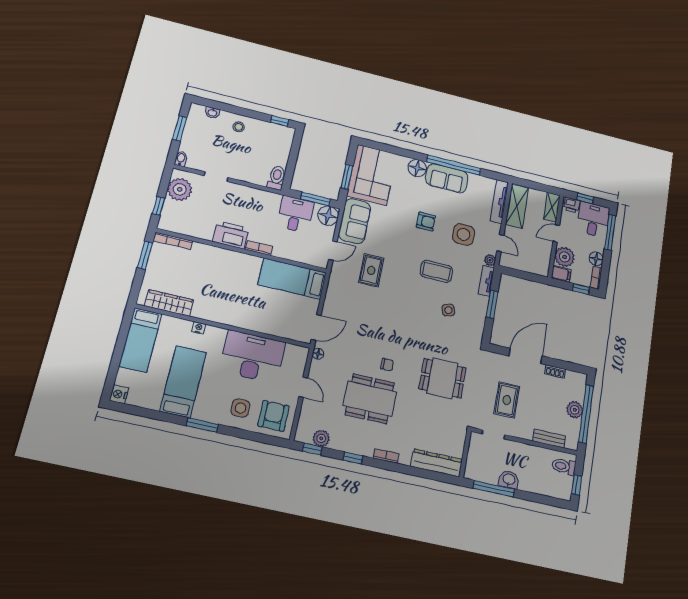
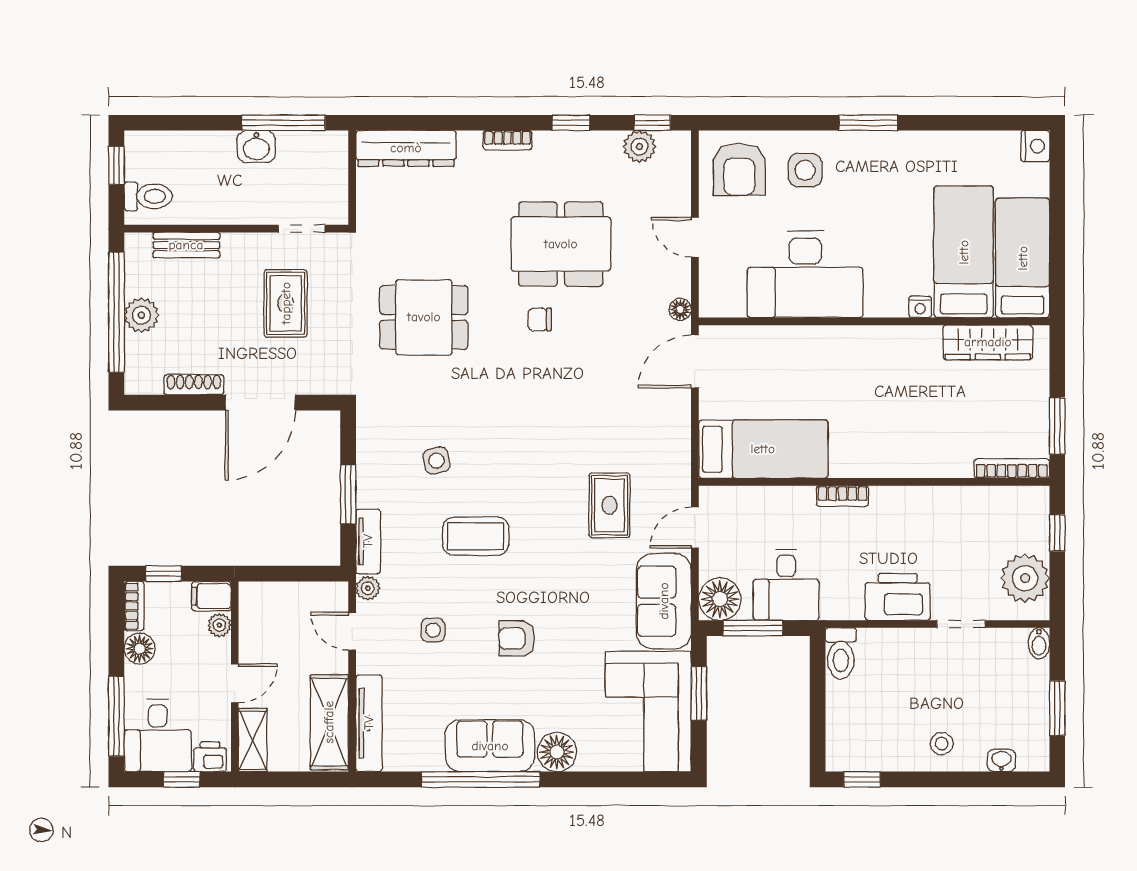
side table: (464, 234) -> (433, 630), width x0.54, depth x0.54
printer: (231, 235) -> (898, 597), moved, turned 180
plant: (565, 257) -> (219, 625), width x0.53, depth x0.53
shoe rack: (555, 371) -> (194, 385), width x1.43
bed: (183, 382) -> (964, 252), moved, turned 180

